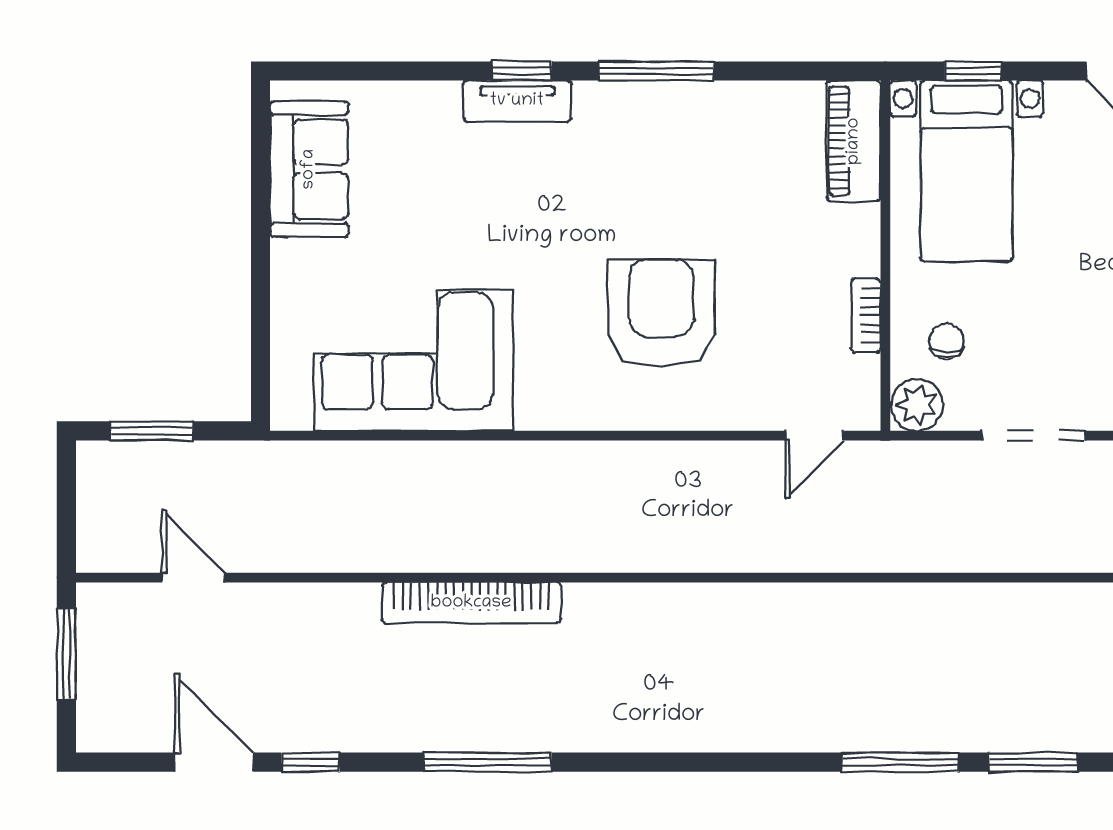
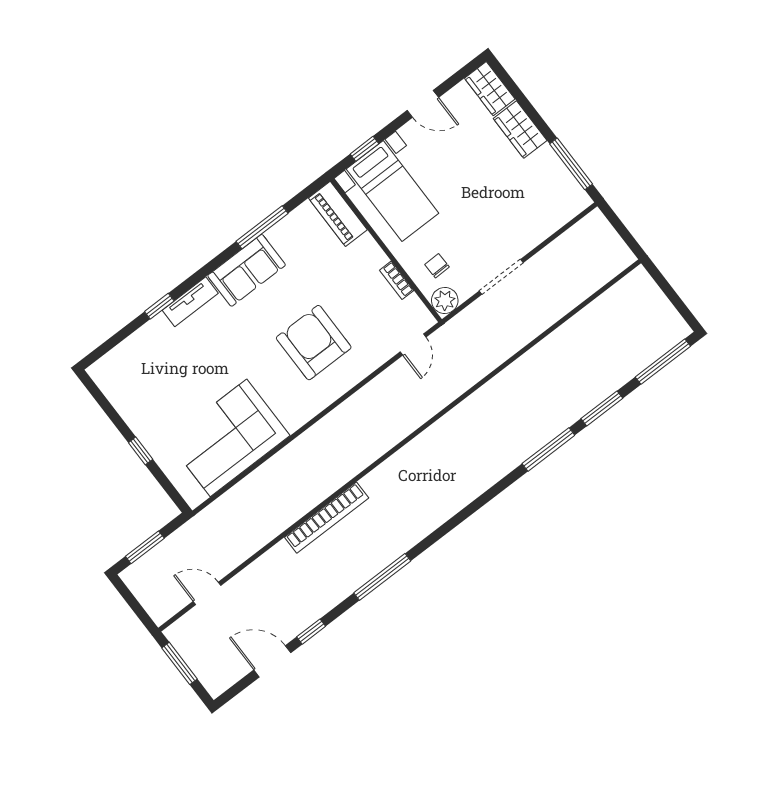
window: (522, 71) -> (159, 306), moved
window: (656, 71) -> (262, 227), moved
sofa: (309, 169) -> (247, 270), moved, turned 90
window: (260, 275) -> (141, 451), added

